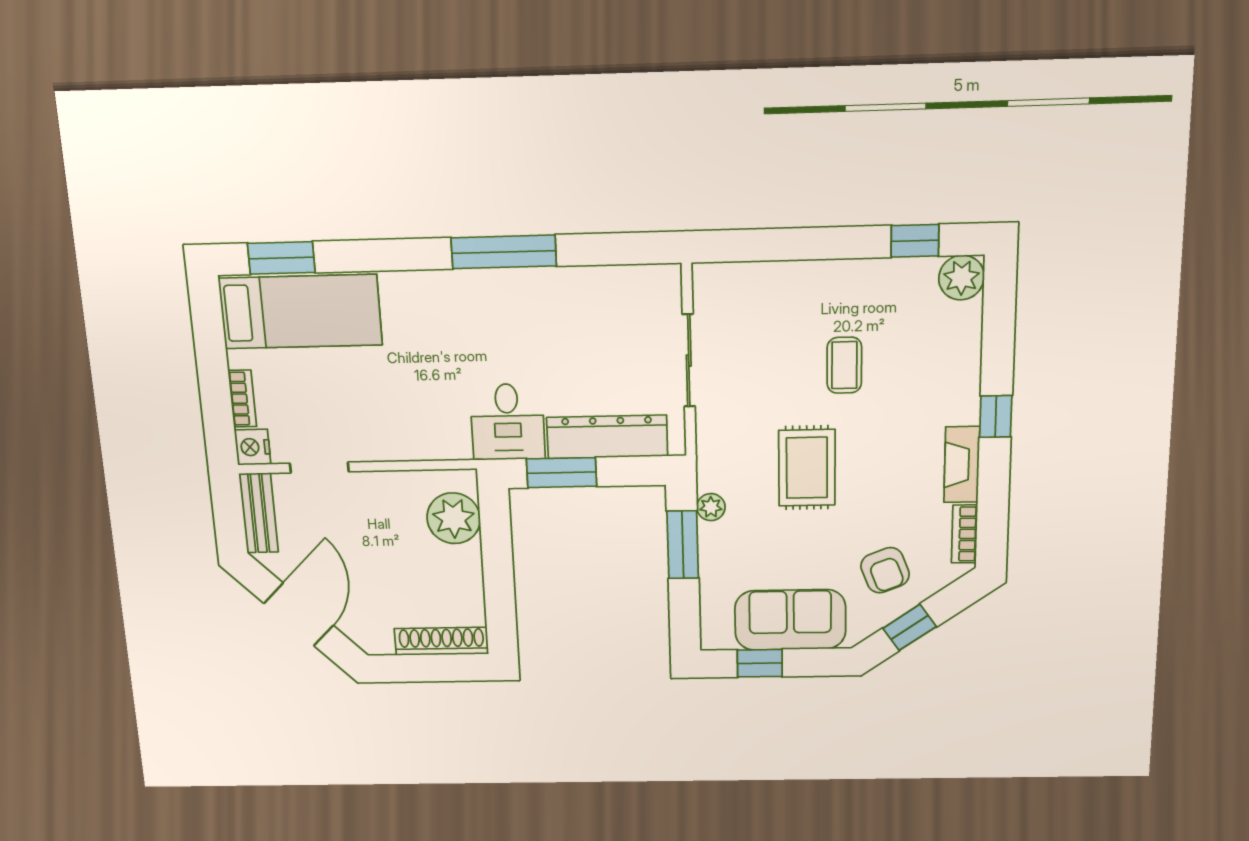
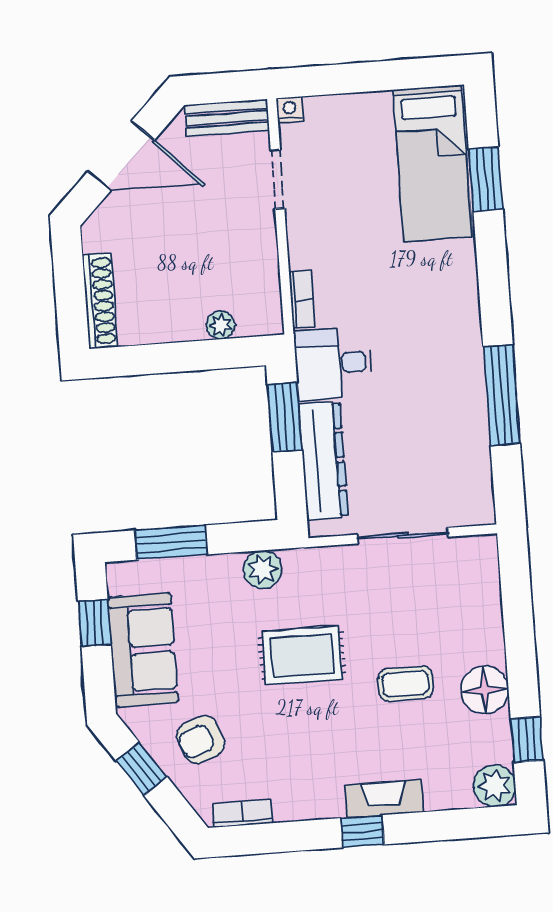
window: (504, 252) -> (502, 395), moved
window: (281, 258) -> (486, 179), moved
floor lamp: (858, 283) -> (485, 690), added
bookcase: (242, 399) -> (302, 299), moved, turned -90
nightstand: (253, 447) -> (290, 110), width x0.72, depth x0.74
fireplace: (962, 465) -> (384, 799), moved
plant: (711, 507) -> (263, 570), width x1.38, depth x1.38
plant: (454, 518) -> (221, 325), width x0.53, depth x0.53
window: (683, 545) -> (171, 542), moved

